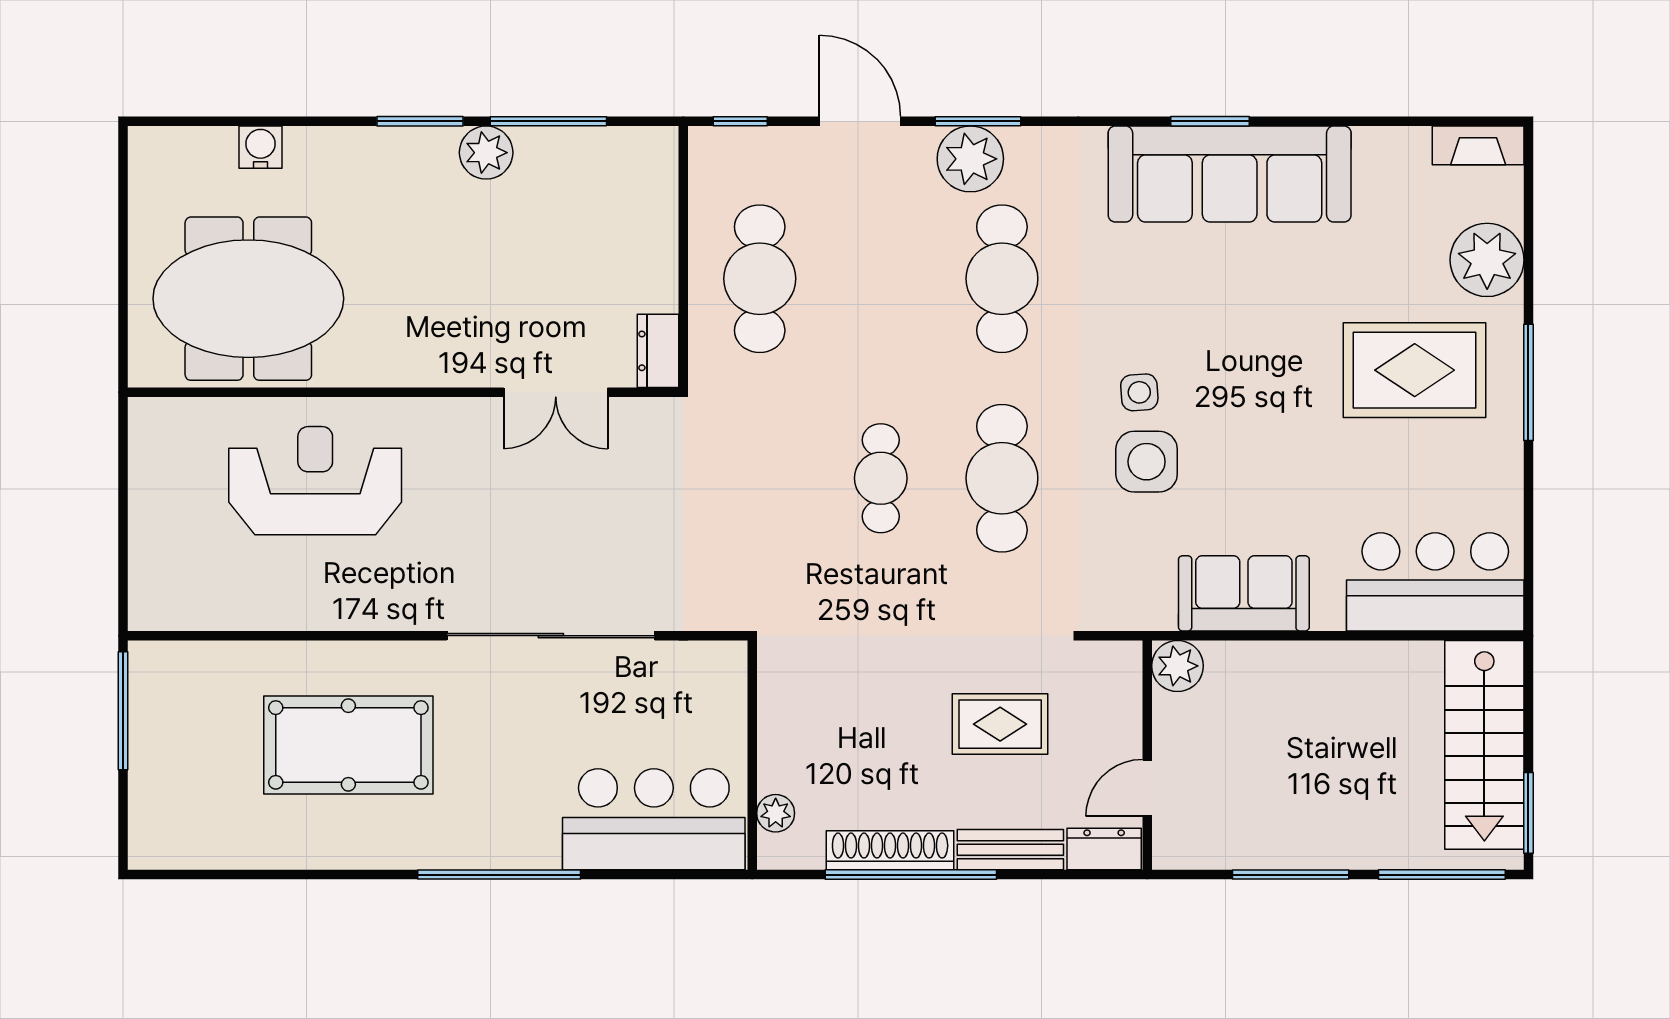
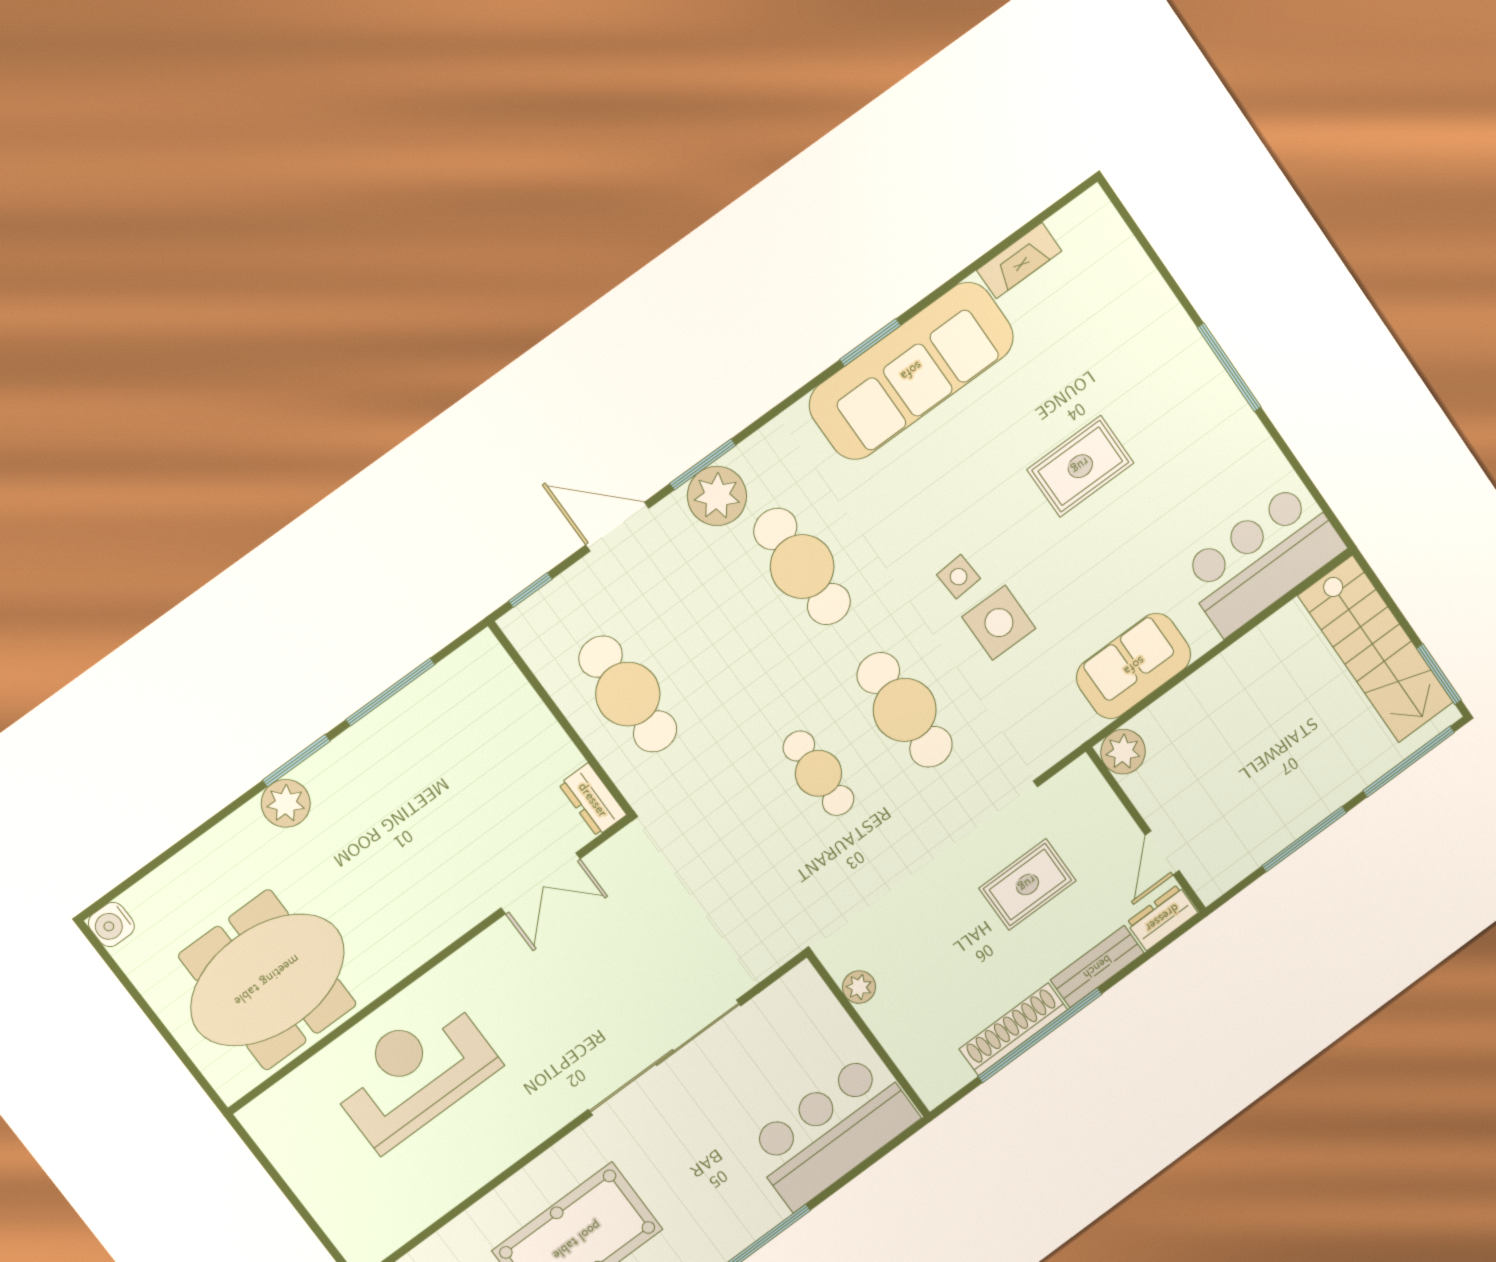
fireplace: (1478, 145) -> (1019, 261), moved
water cooler: (260, 147) -> (111, 925), moved, turned -90
plant: (486, 153) -> (286, 803), moved
plant: (1487, 260) -> (1139, 300), removed
rug: (1415, 370) -> (1080, 466), moved, width x0.73, depth x0.70
plant: (776, 813) -> (859, 987), moved

